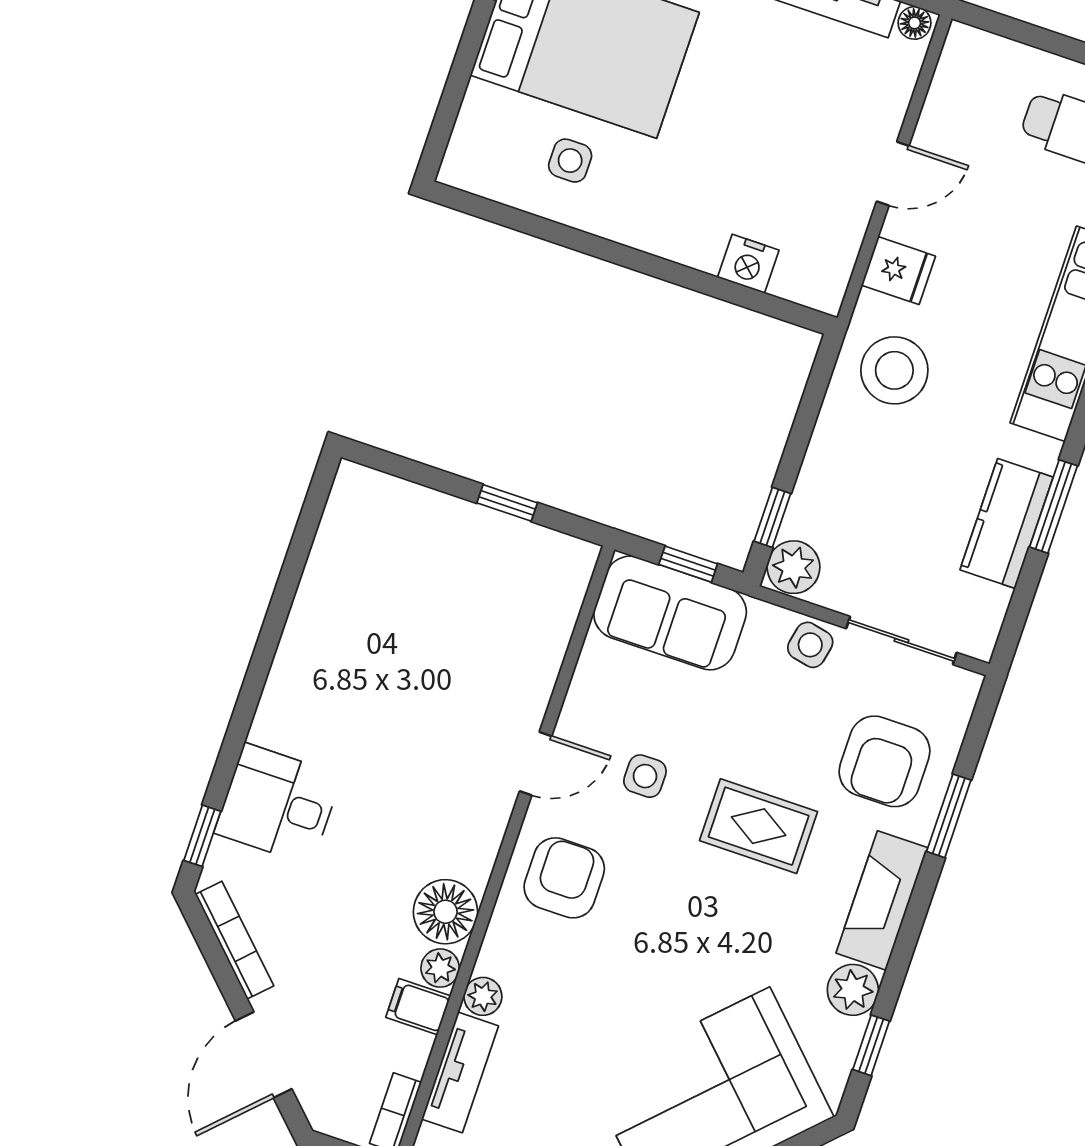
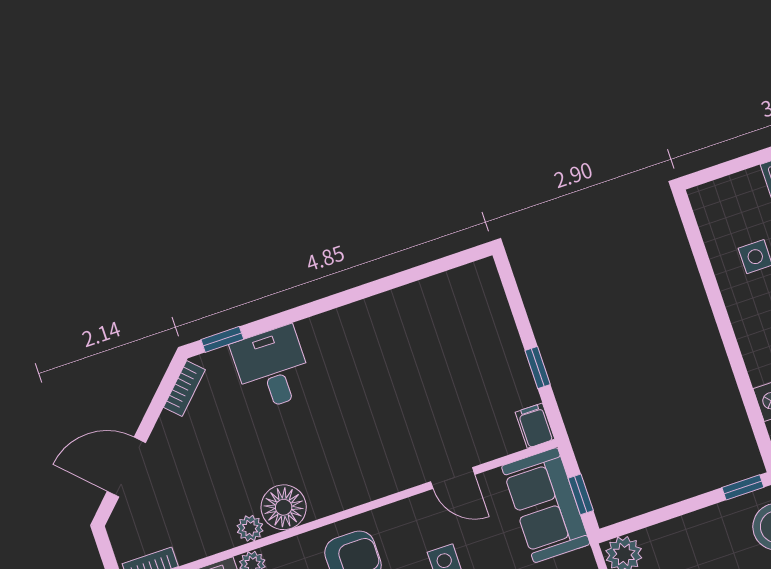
window: (772, 517) -> (743, 487), moved
door: (536, 764) -> (453, 478), moved
bookcase: (234, 940) -> (184, 389), width x0.64
filing cabinet: (418, 1007) -> (535, 426), moved

